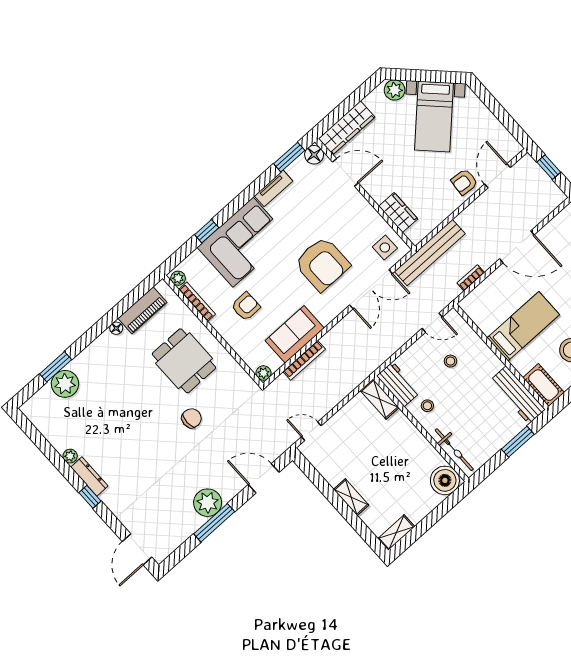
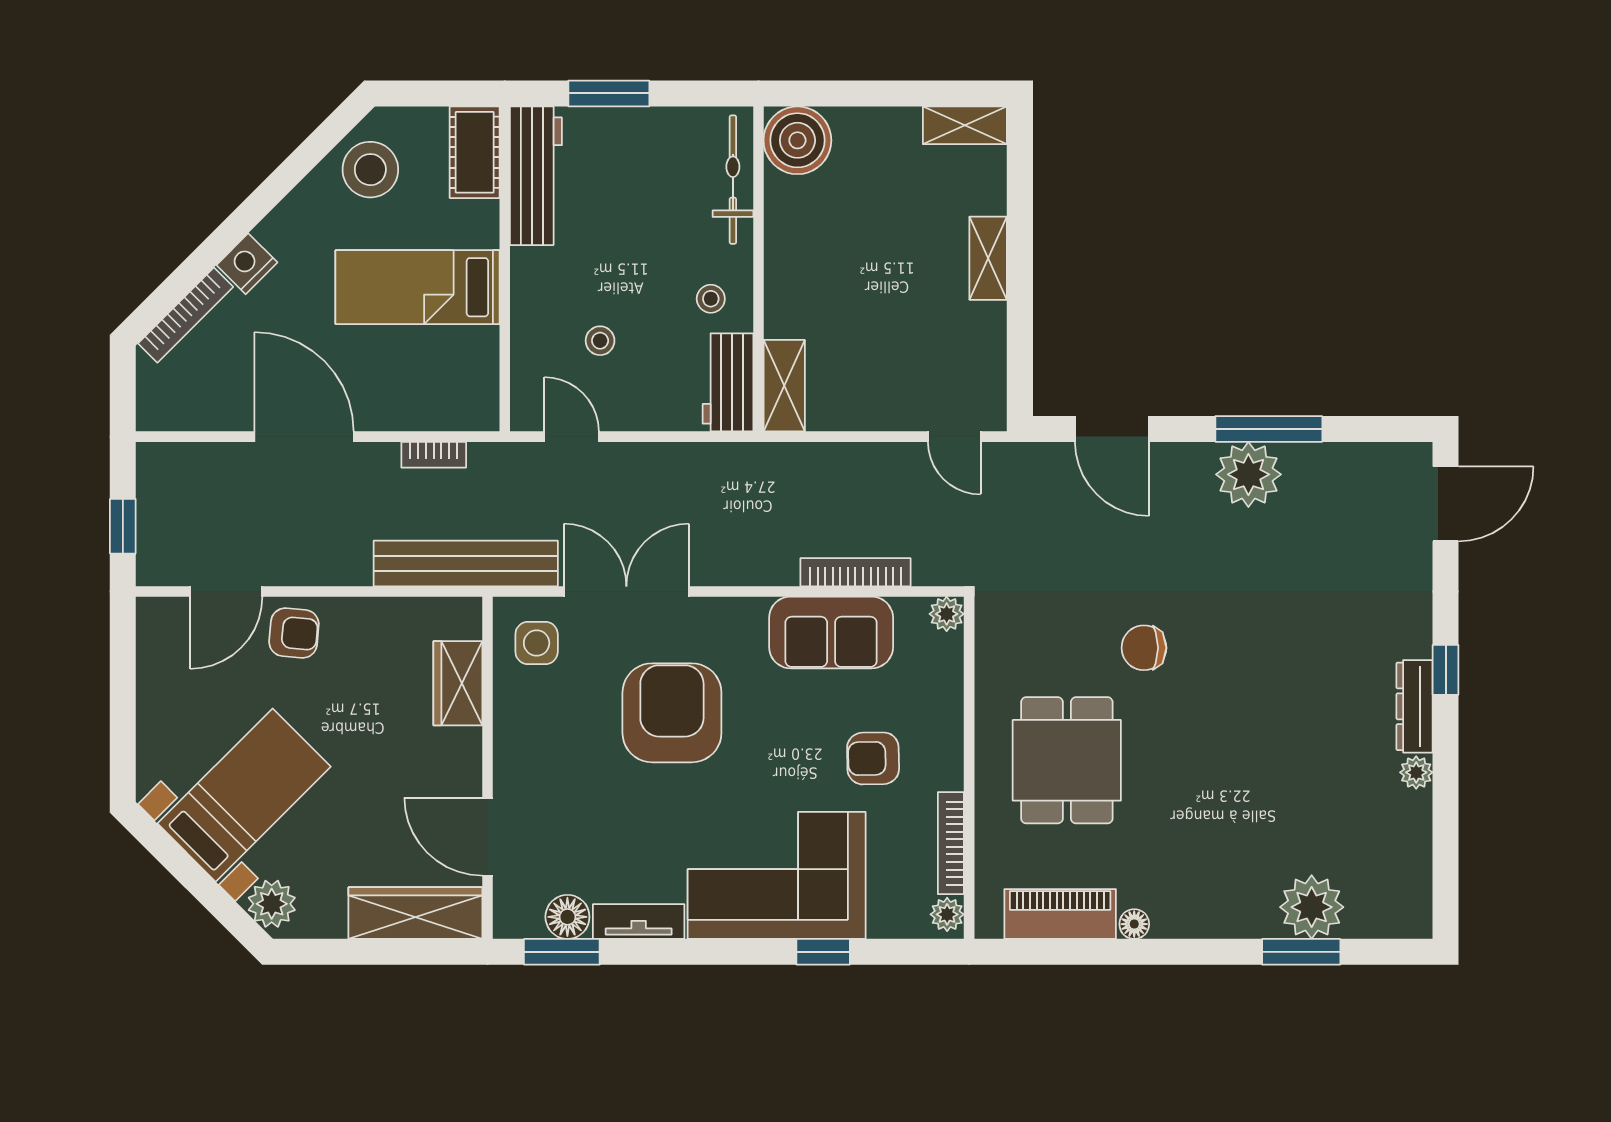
floor lamp: (314, 155) -> (567, 917), moved

